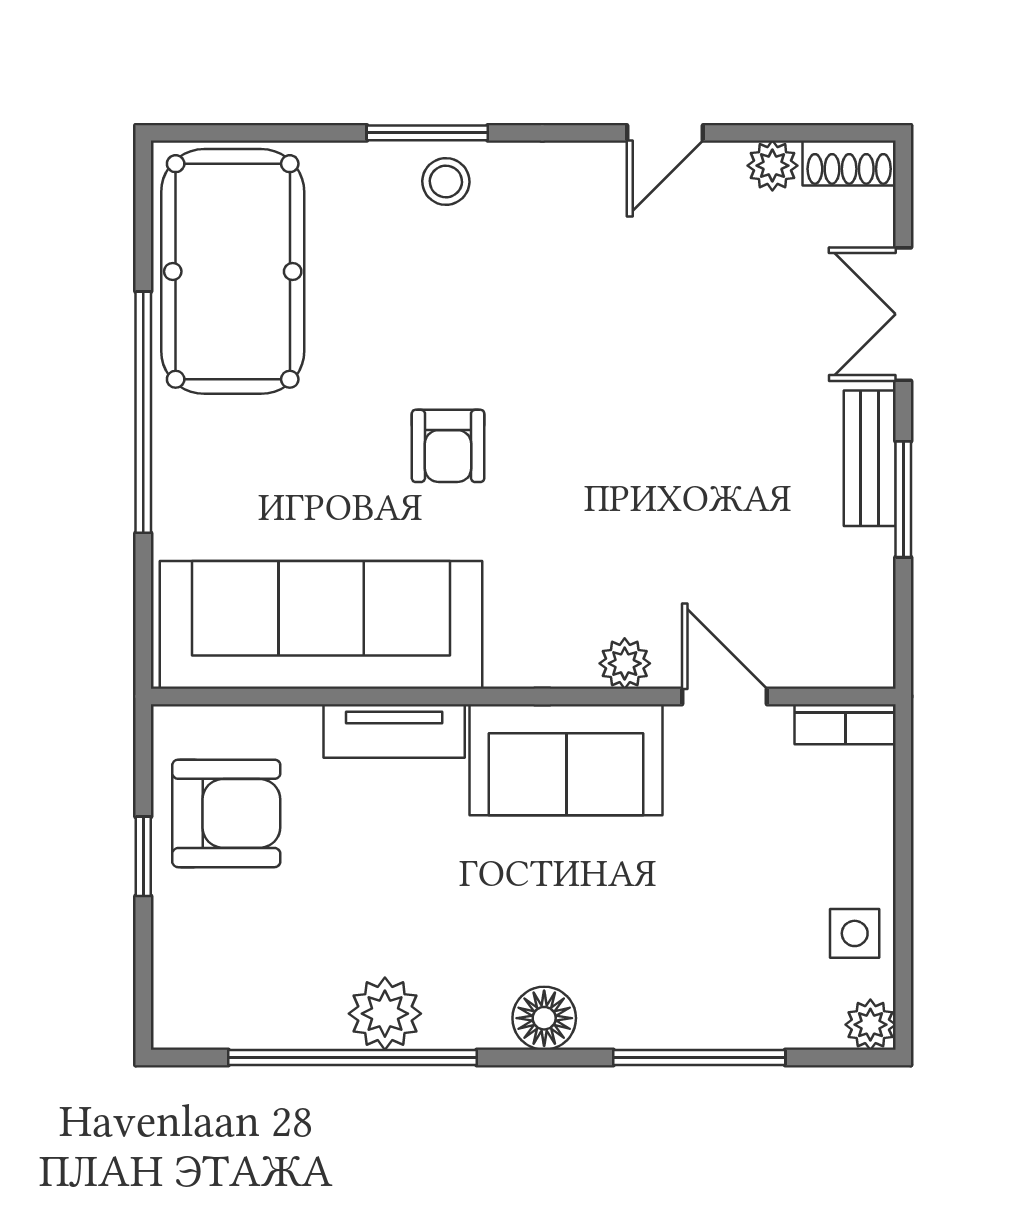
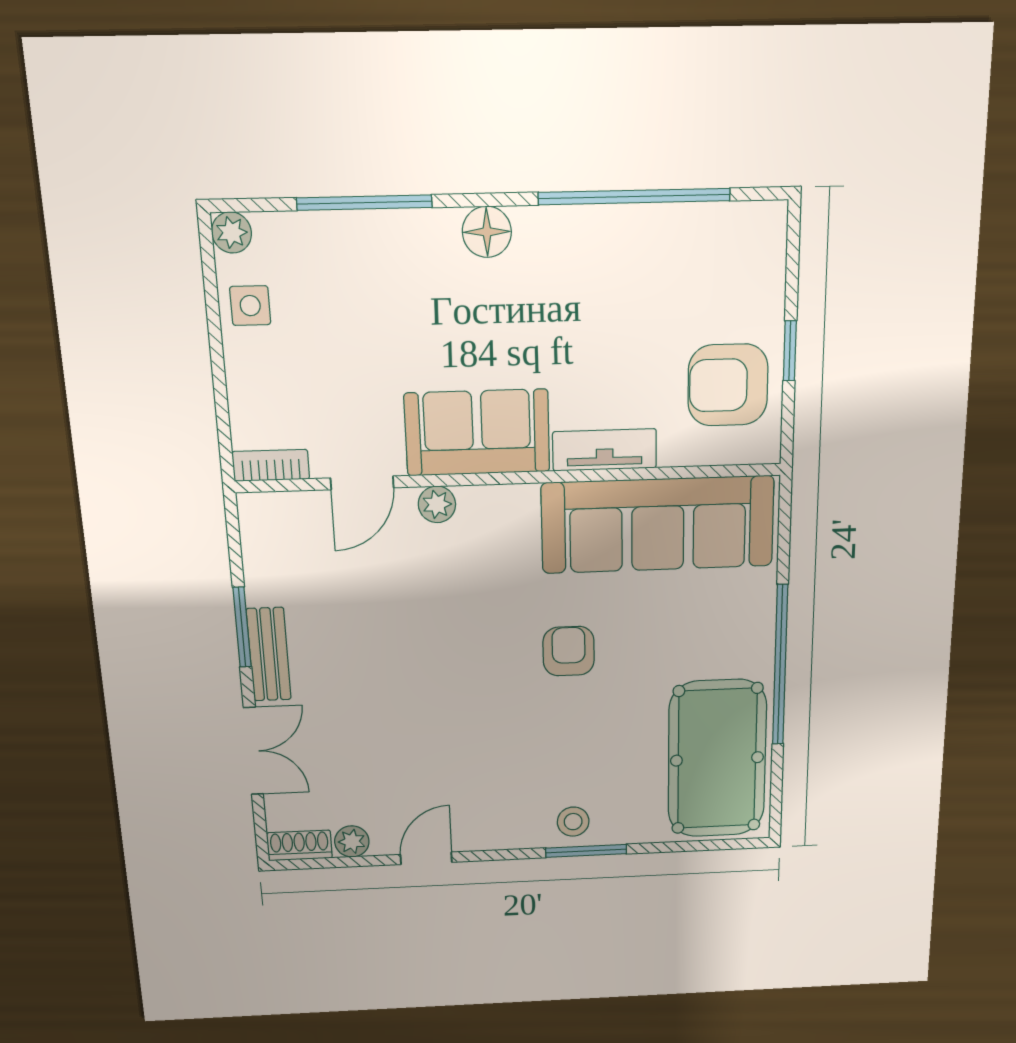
door: (725, 696) -> (362, 483), hinge flipped
plant: (385, 1014) -> (610, 233), removed

